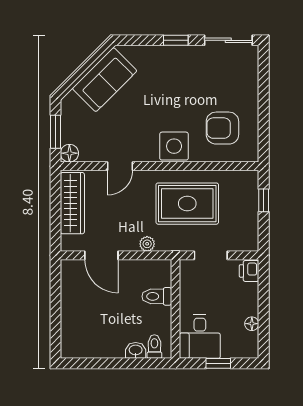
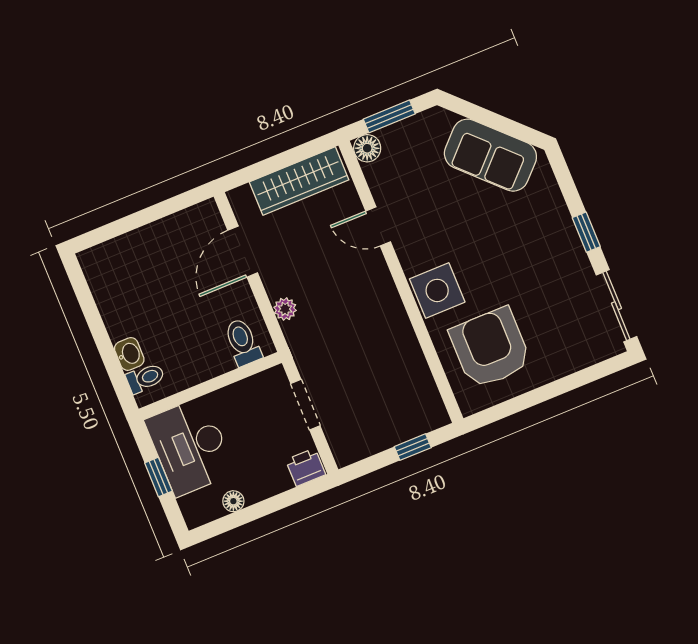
armchair: (222, 128) -> (490, 348), width x1.36, depth x1.36
rug: (187, 204) -> (364, 342), removed
toilet: (157, 296) -> (243, 342), moved
desk: (200, 336) -> (190, 446), width x1.37

